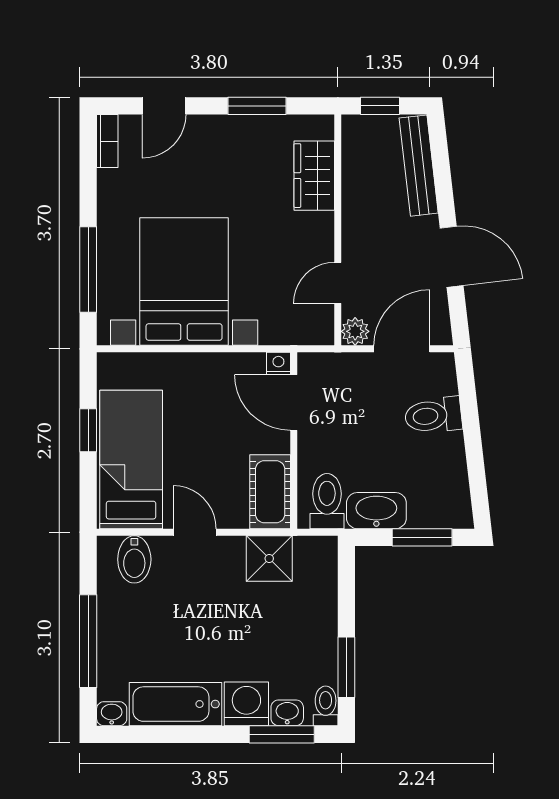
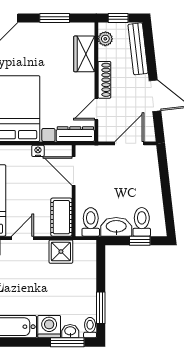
shoe rack: (353, 226) -> (104, 80), added
dresser: (297, 331) -> (75, 134), added
plant: (355, 331) -> (105, 39), moved
nightstand: (278, 363) -> (38, 151), moved
toilet: (433, 415) -> (142, 222), moved, turned 97
door: (195, 532) -> (22, 238), hinge flipped
window: (422, 537) -> (140, 241), width x0.67

